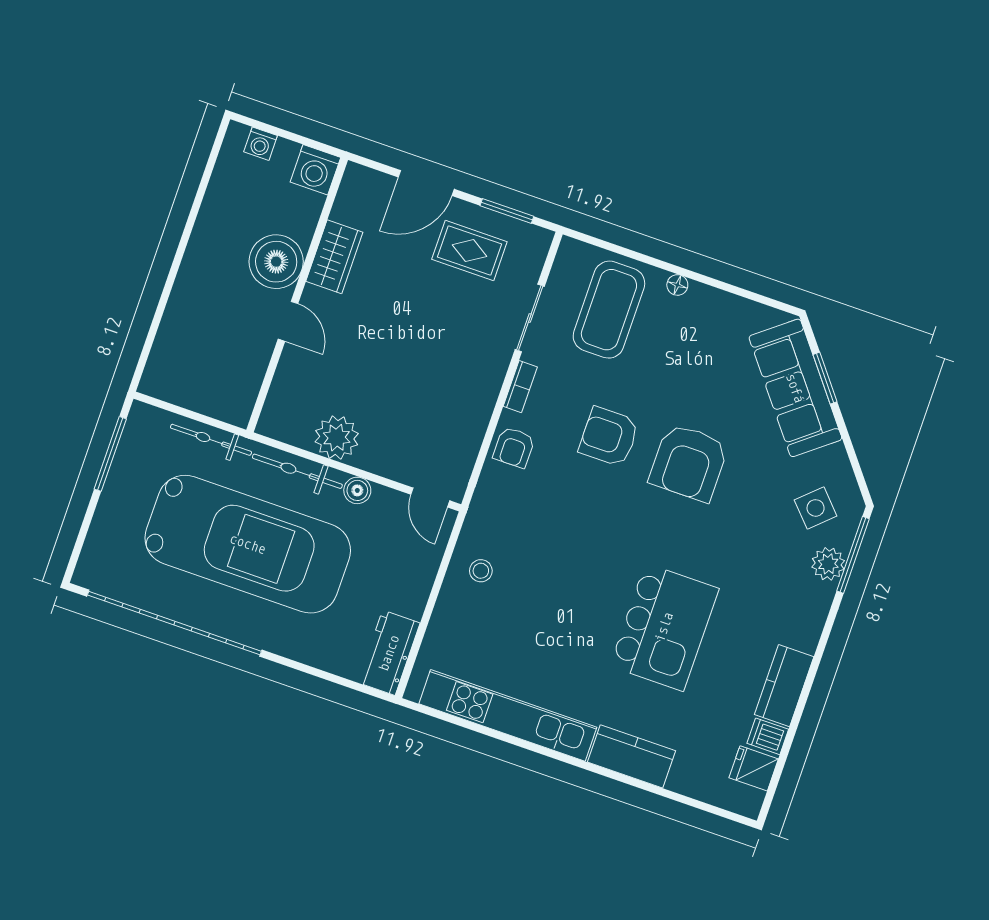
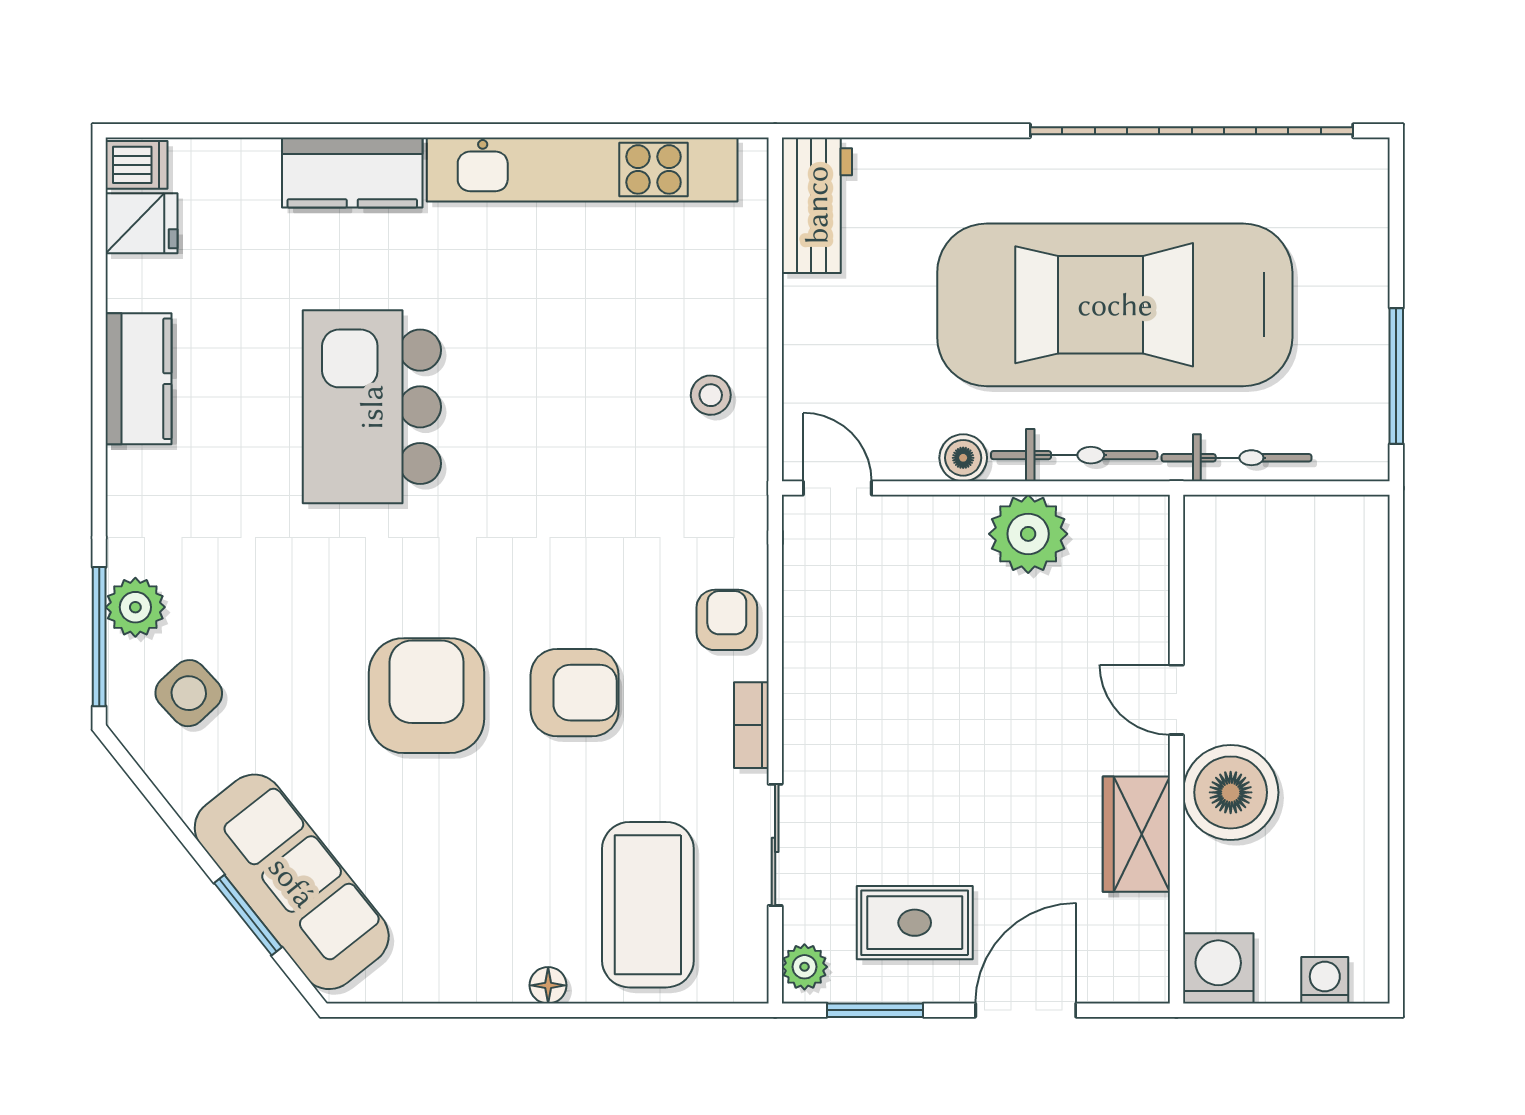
plant: (537, 247) -> (804, 967), added
dishwasher: (768, 736) -> (137, 165), moved

